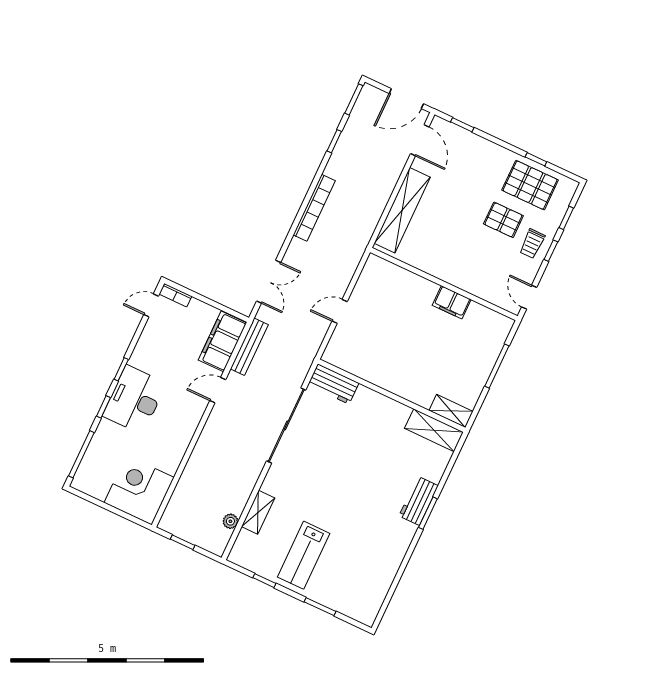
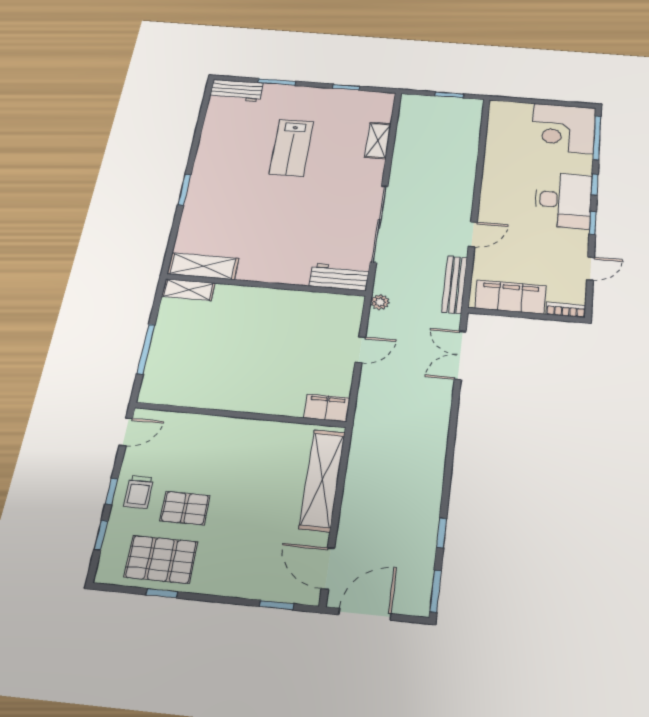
bookcase: (314, 208) -> (437, 449), removed
trolley: (532, 244) -> (139, 492), turned 180
door: (529, 297) -> (126, 432), hinge flipped
filing cabinet: (452, 302) -> (327, 408), moved
door: (151, 305) -> (590, 269), moved
filing cabinet: (222, 341) -> (510, 297), moved, turned -90
corner desk: (139, 490) -> (563, 129), moved, turned 90
workbench: (419, 501) -> (236, 91), moved, turned 90
plant: (230, 521) -> (380, 302), moved
lab bench: (304, 555) -> (291, 148), moved, turned 180

